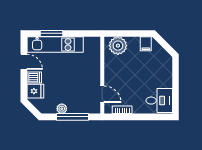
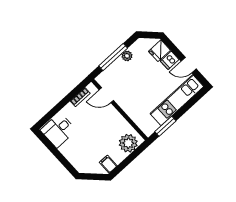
window: (51, 33) -> (165, 126), moved

